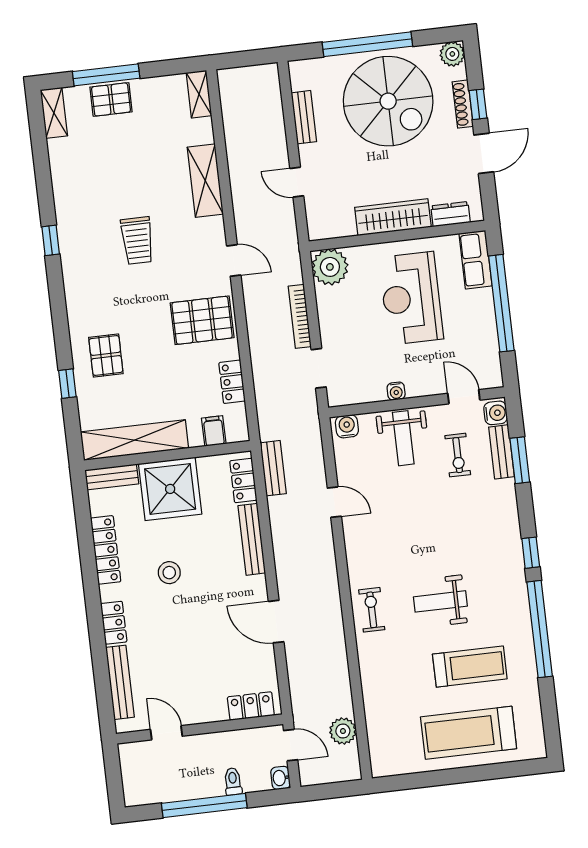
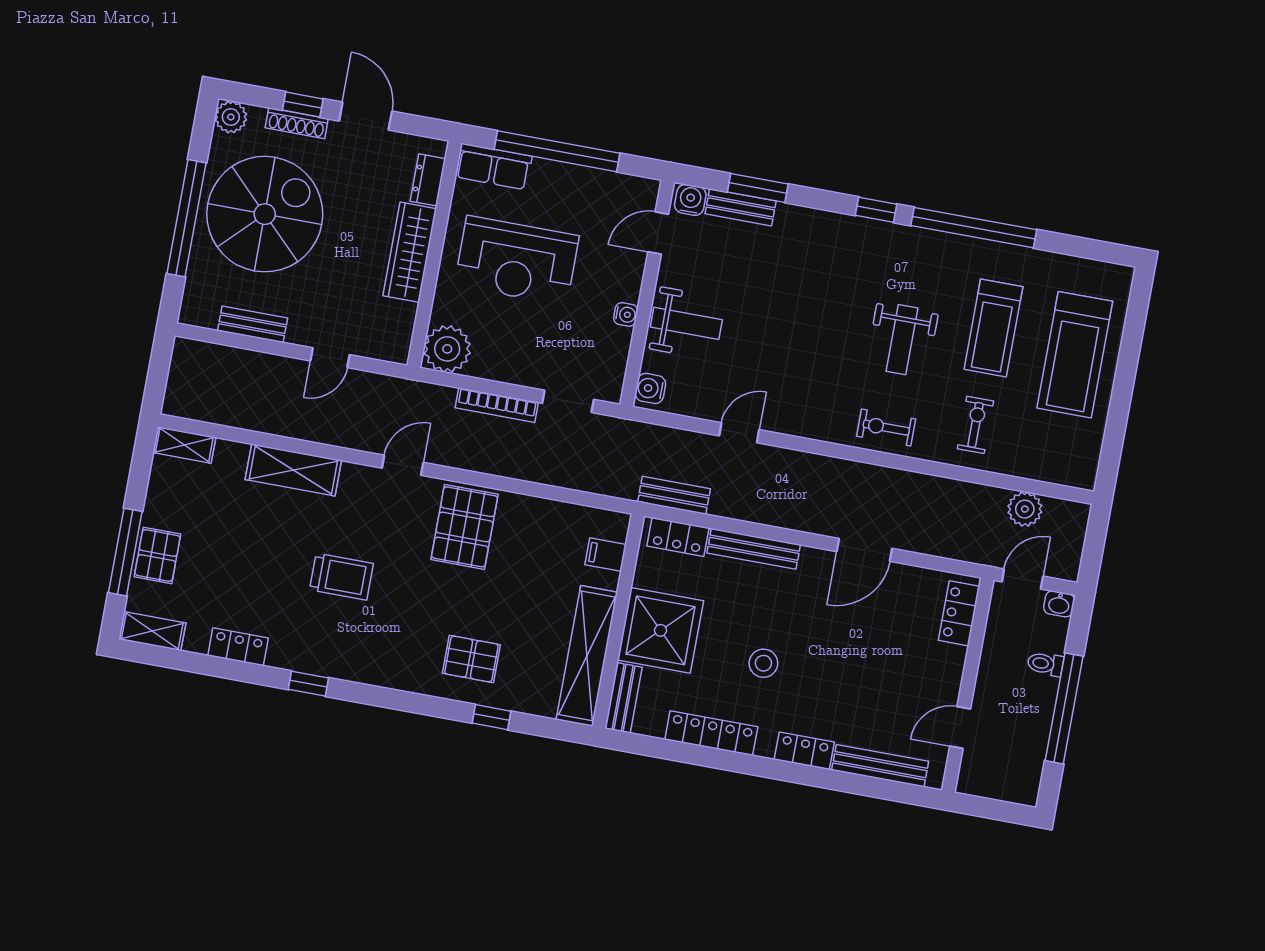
locker: (232, 382) -> (238, 647), moved, turned 180
exercise bike: (458, 455) -> (975, 425), moved, turned -90
treadmill: (470, 667) -> (993, 328), turned 180

